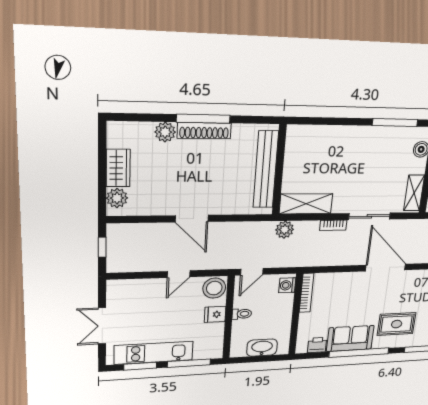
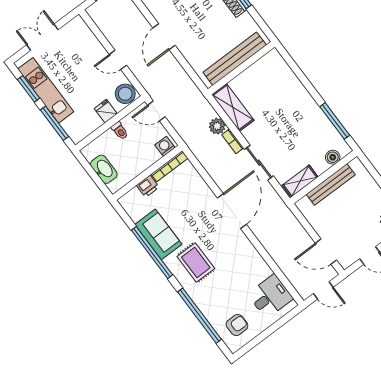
plant: (285, 230) -> (217, 126), moved
printer: (317, 345) -> (148, 186), moved, turned 90

